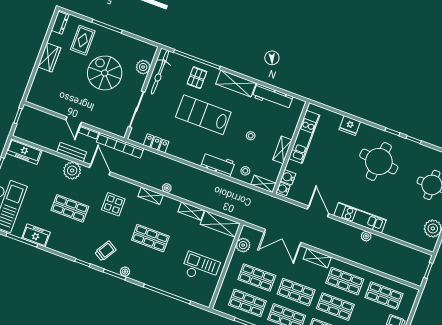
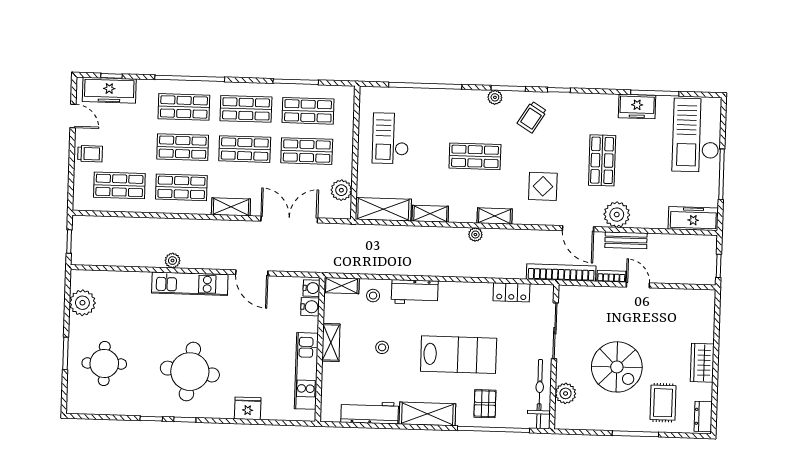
shop shelf: (70, 208) -> (602, 160), turned 90
checkout: (200, 268) -> (391, 138), turned 90

